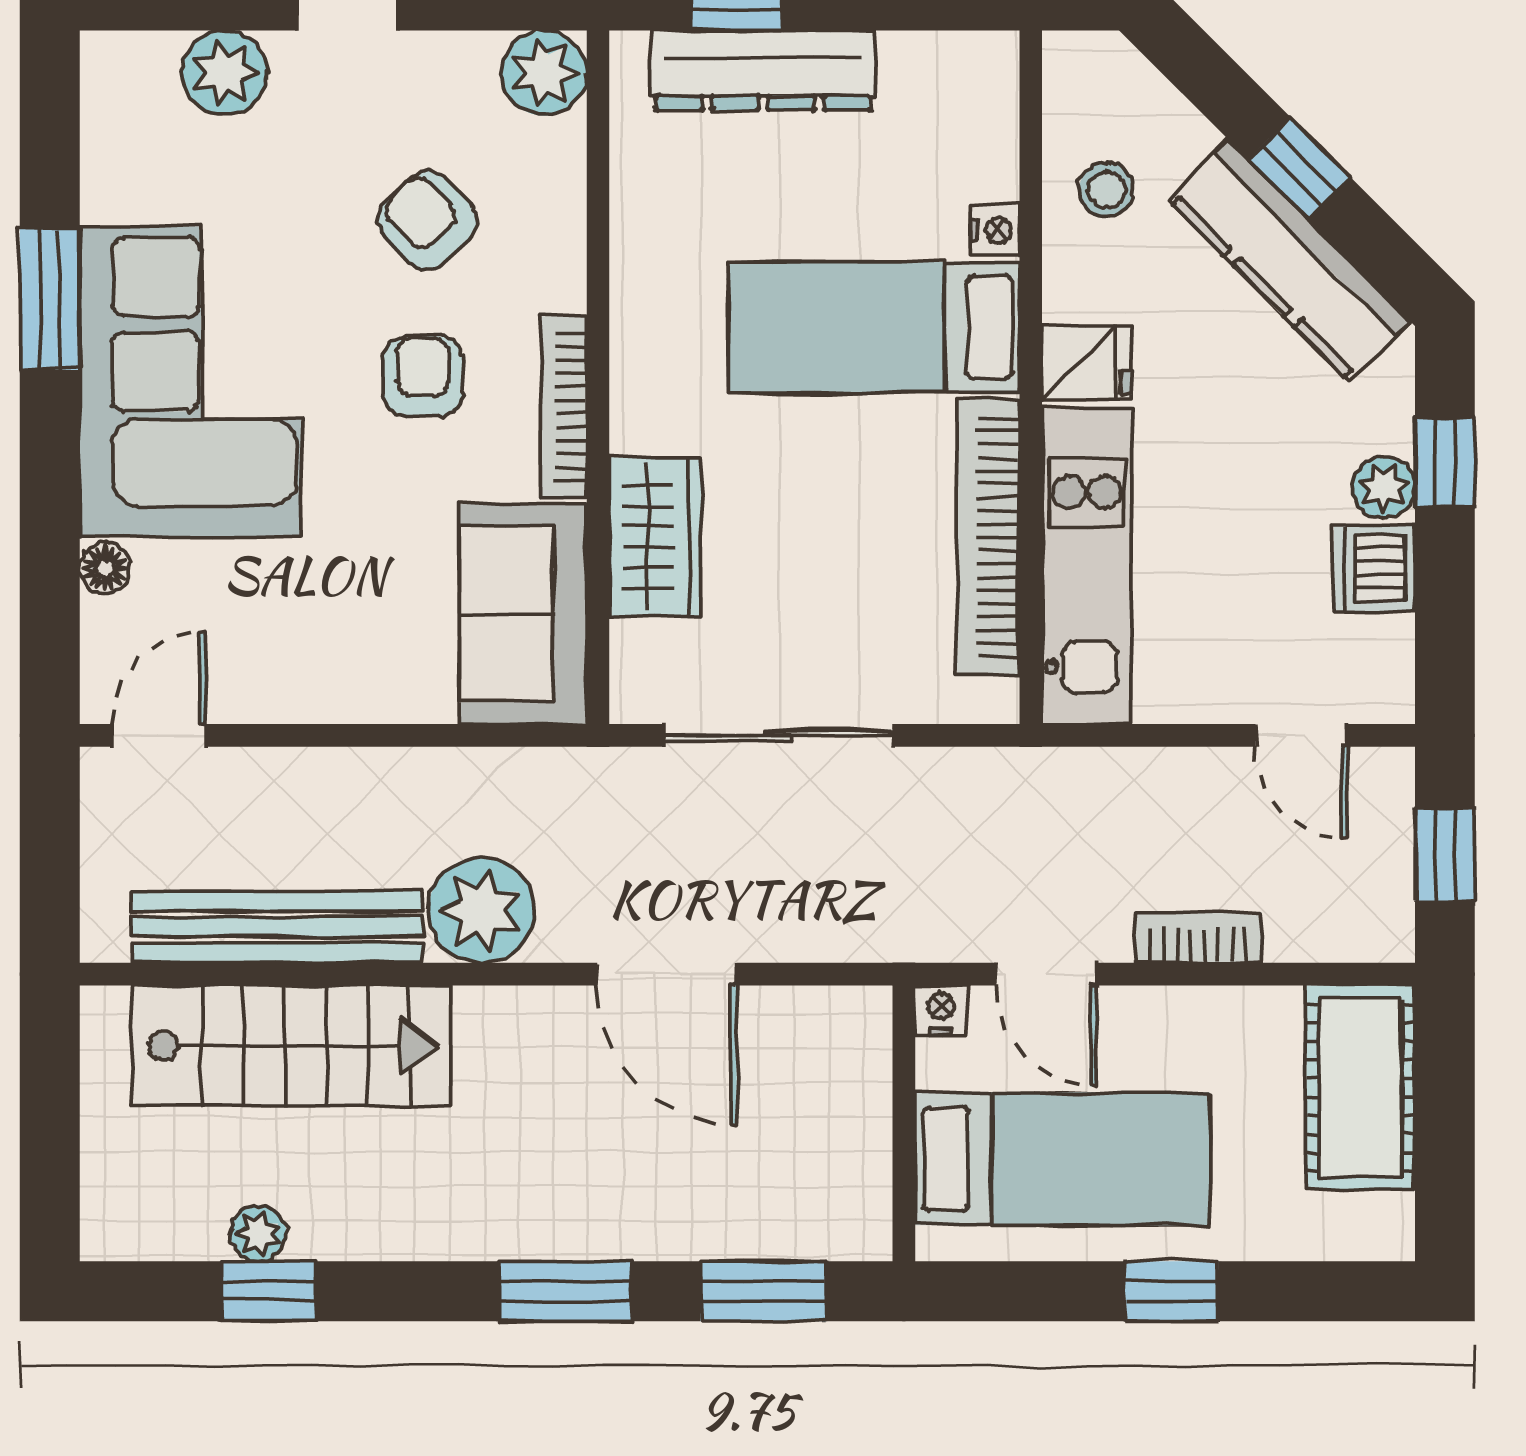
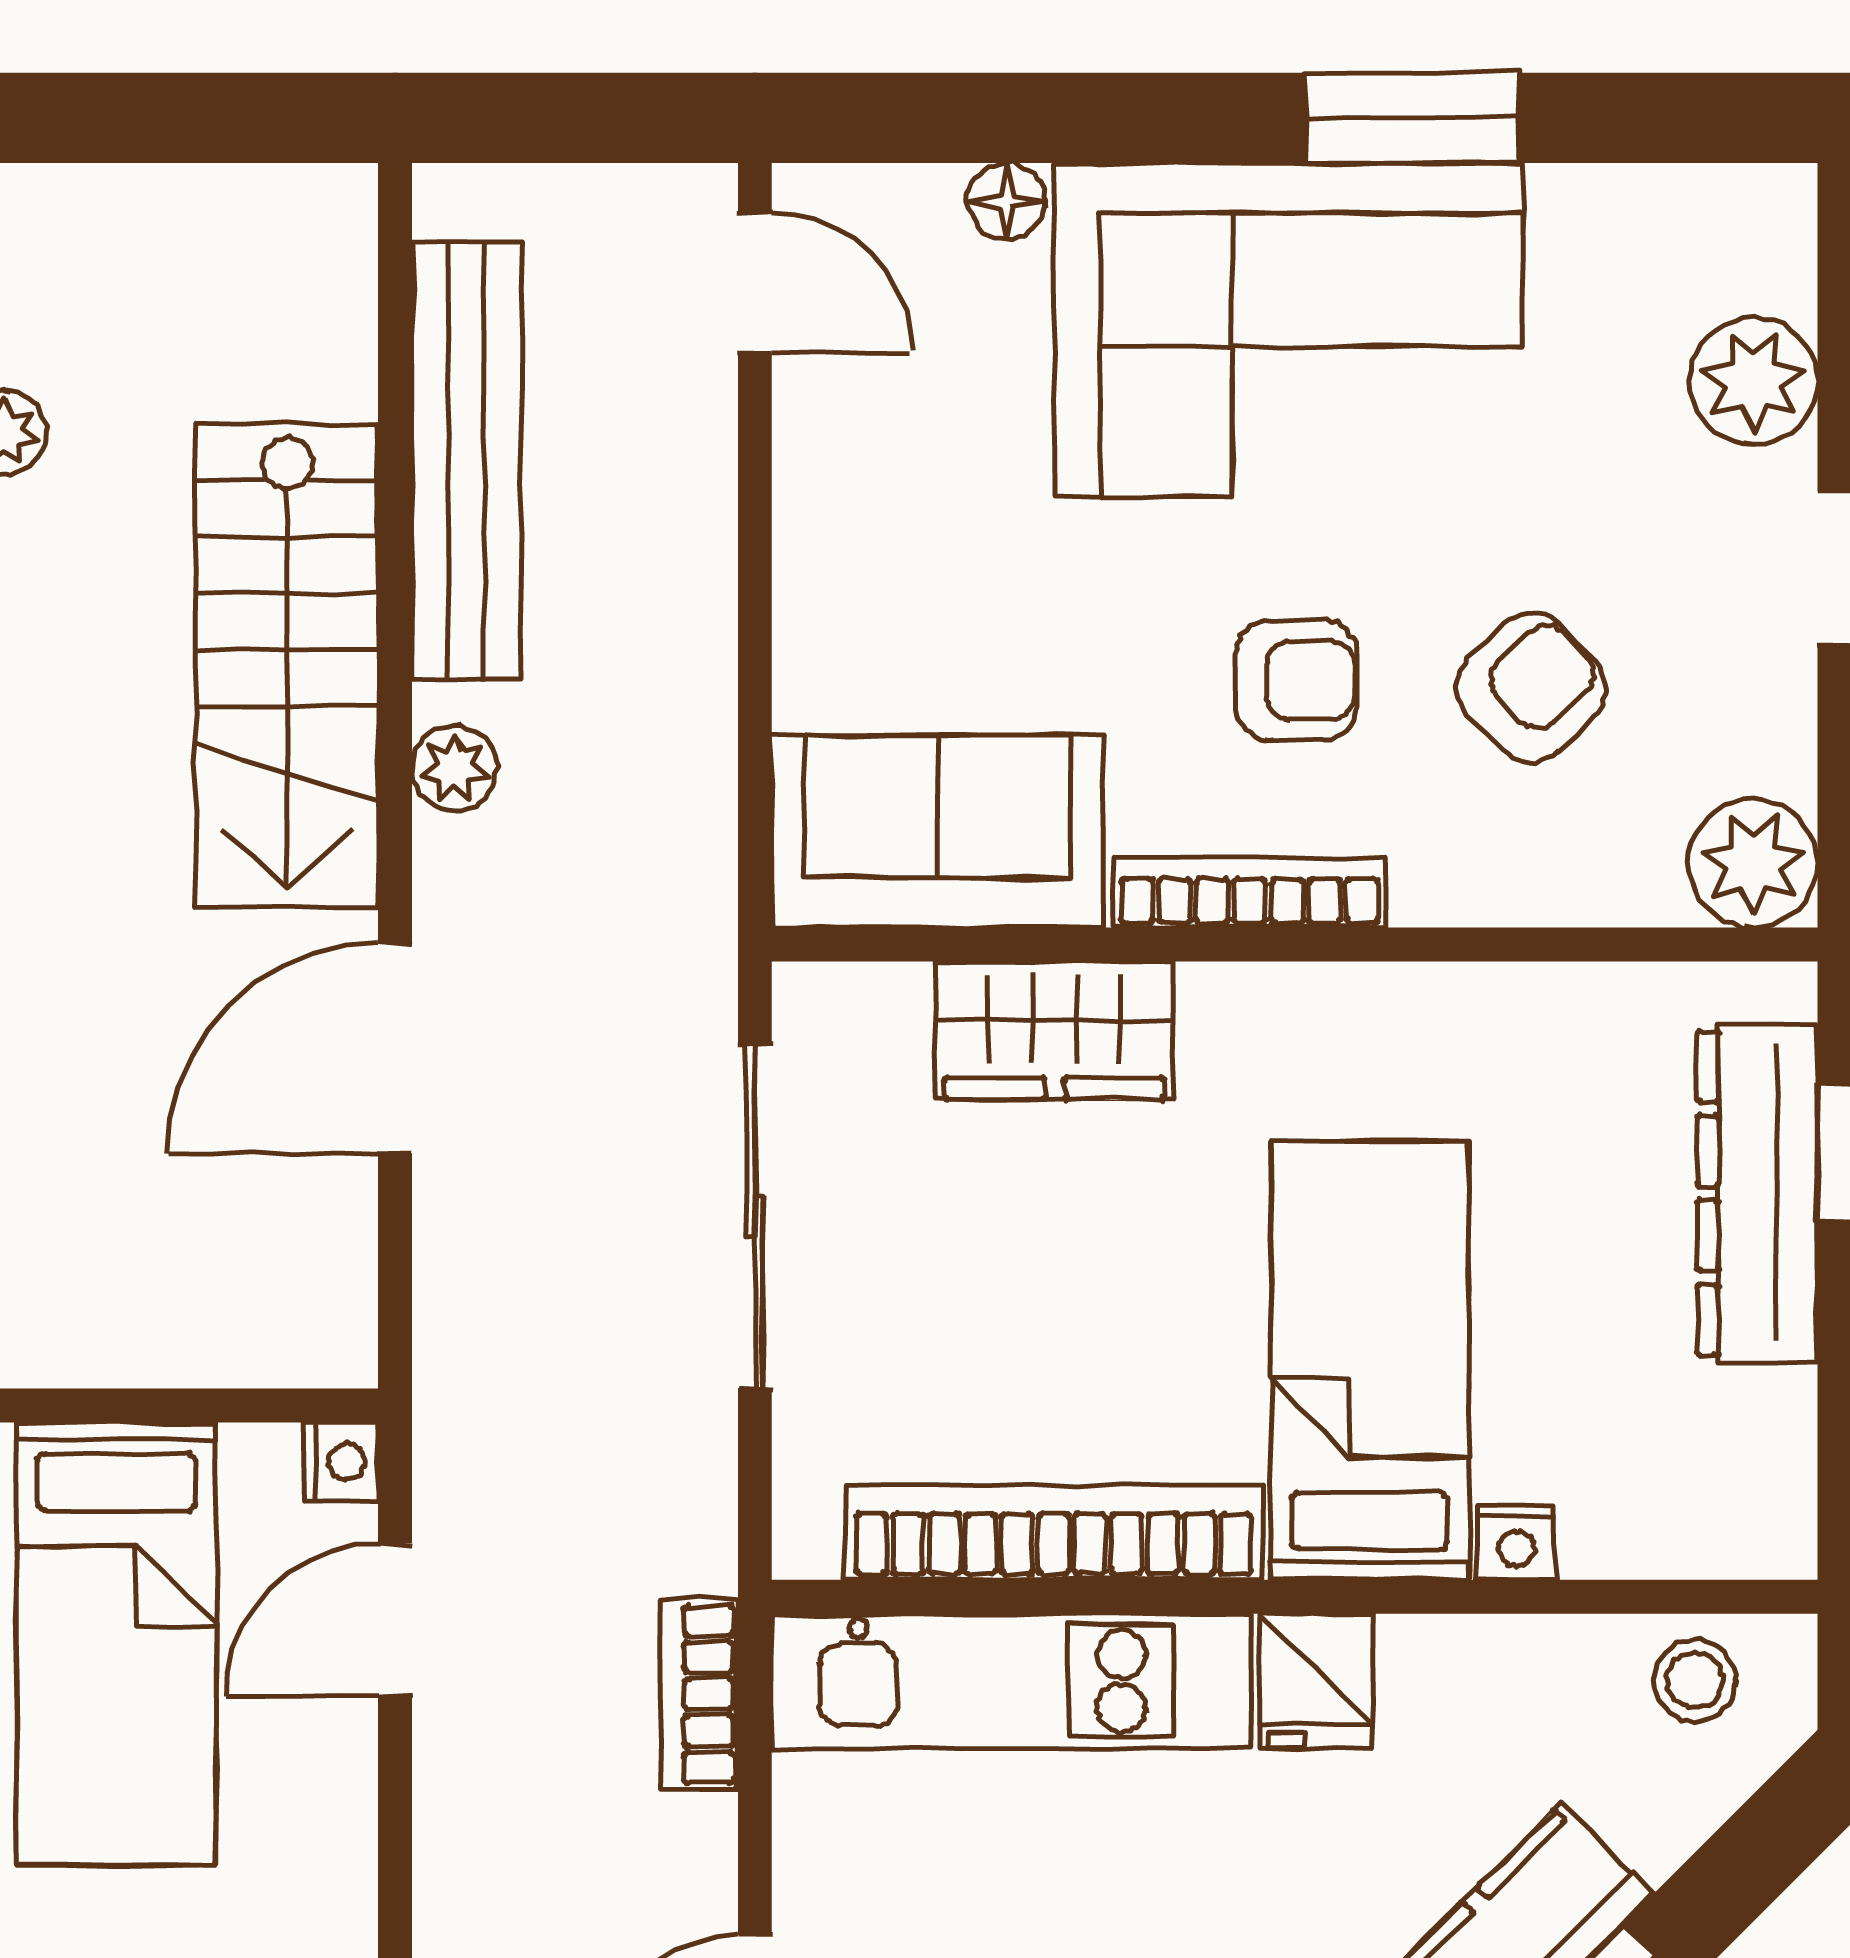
stool: (1106, 190) -> (1695, 1680), moved
plant: (481, 910) -> (454, 768), width x0.53, depth x0.53
bookcase: (1198, 937) -> (700, 1694), moved, turned 180
stairs: (291, 1046) -> (287, 666), moved

